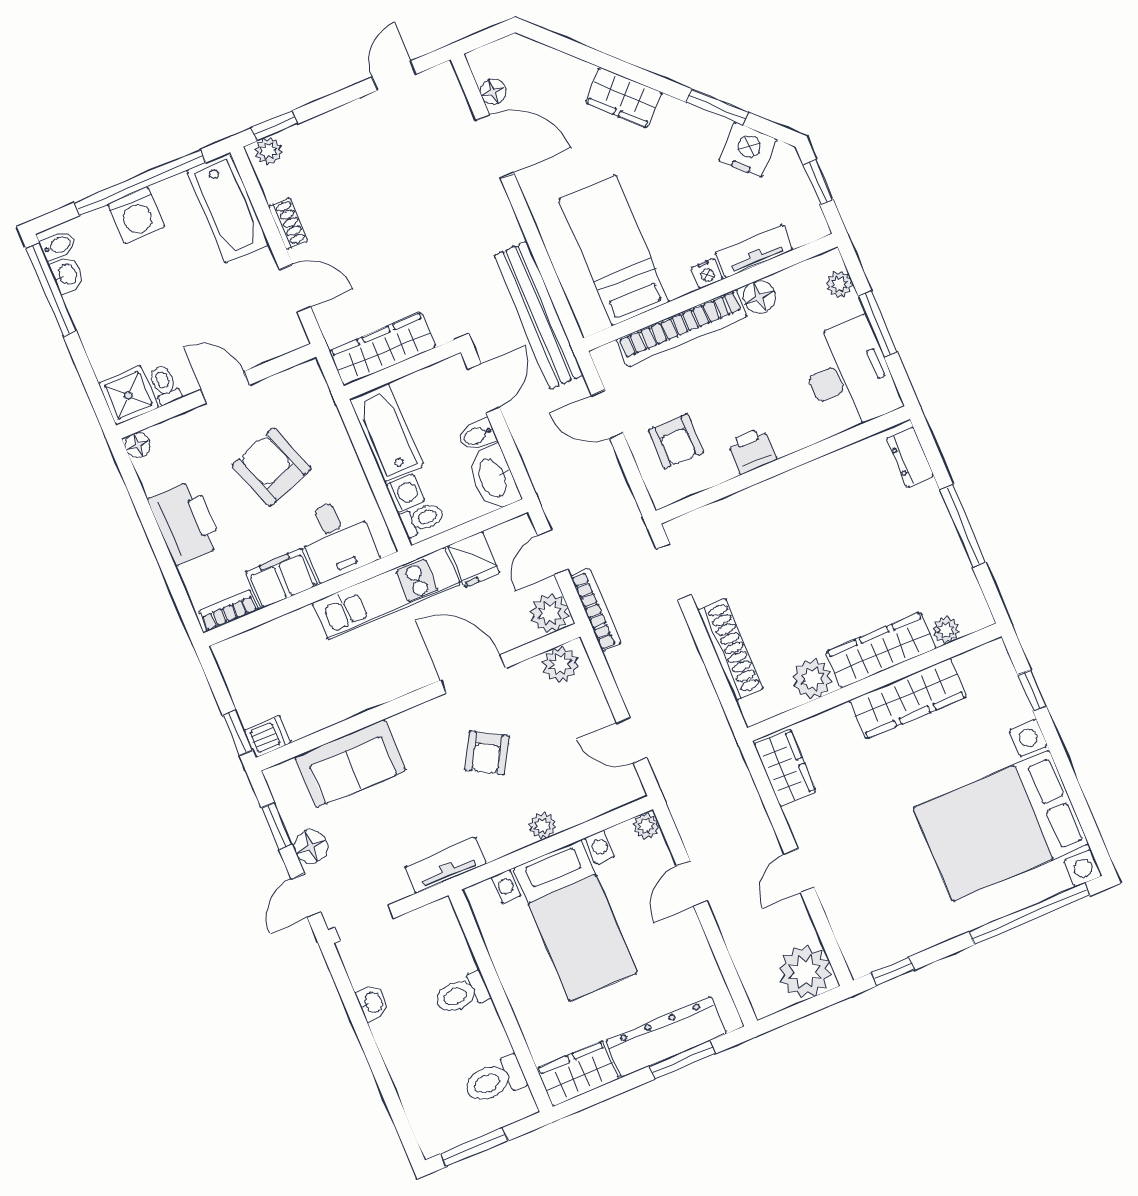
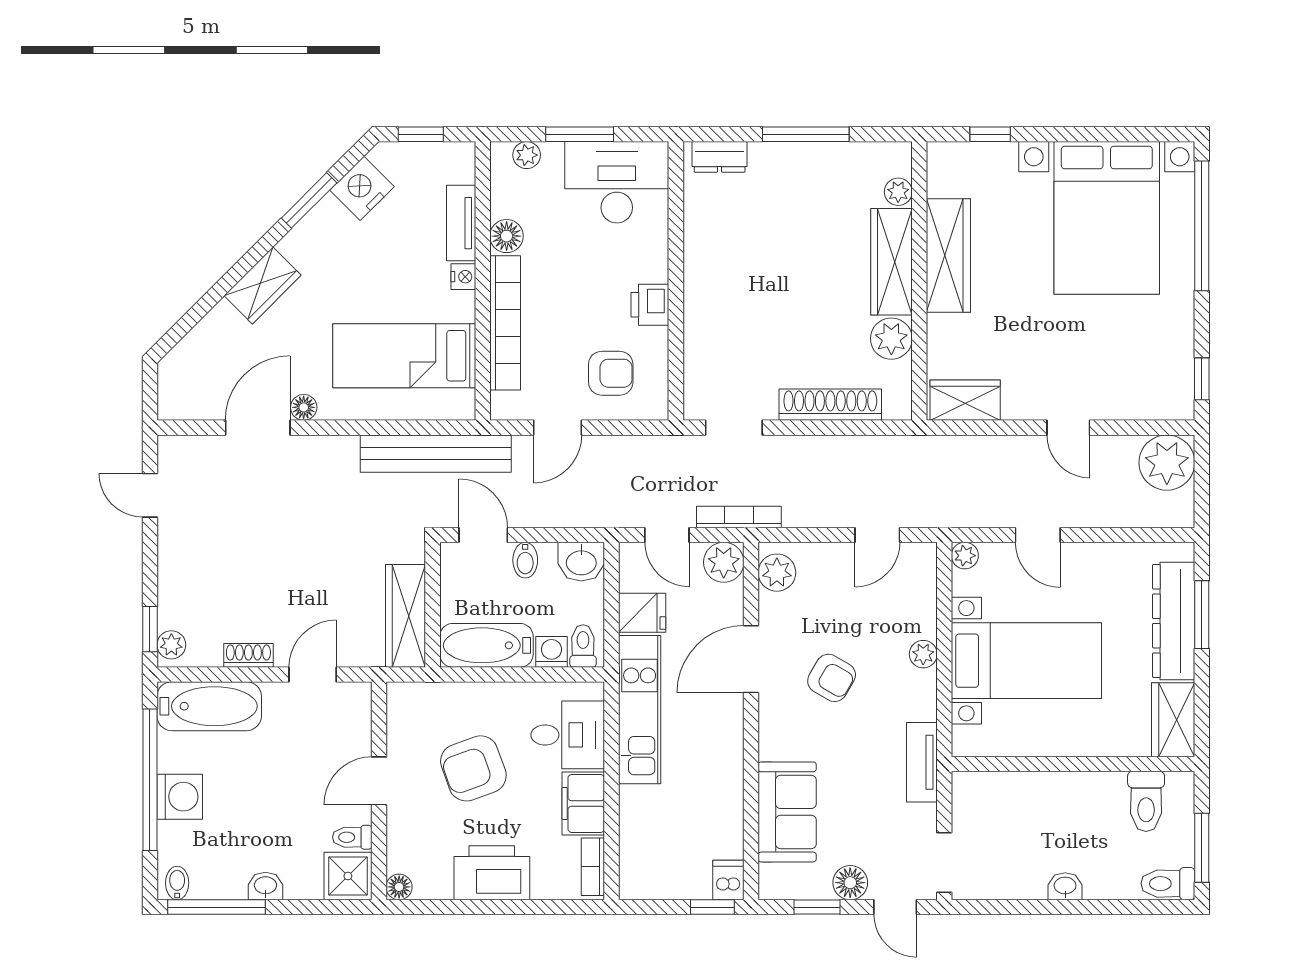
floor lamp: (493, 92) -> (304, 407), moved
washbasin: (67, 275) -> (265, 886), moved
washbasin: (493, 478) -> (581, 562), width x0.72
toilet: (462, 994) -> (1168, 884), moved, turned 90
washbasin: (373, 1003) -> (1065, 886), moved

